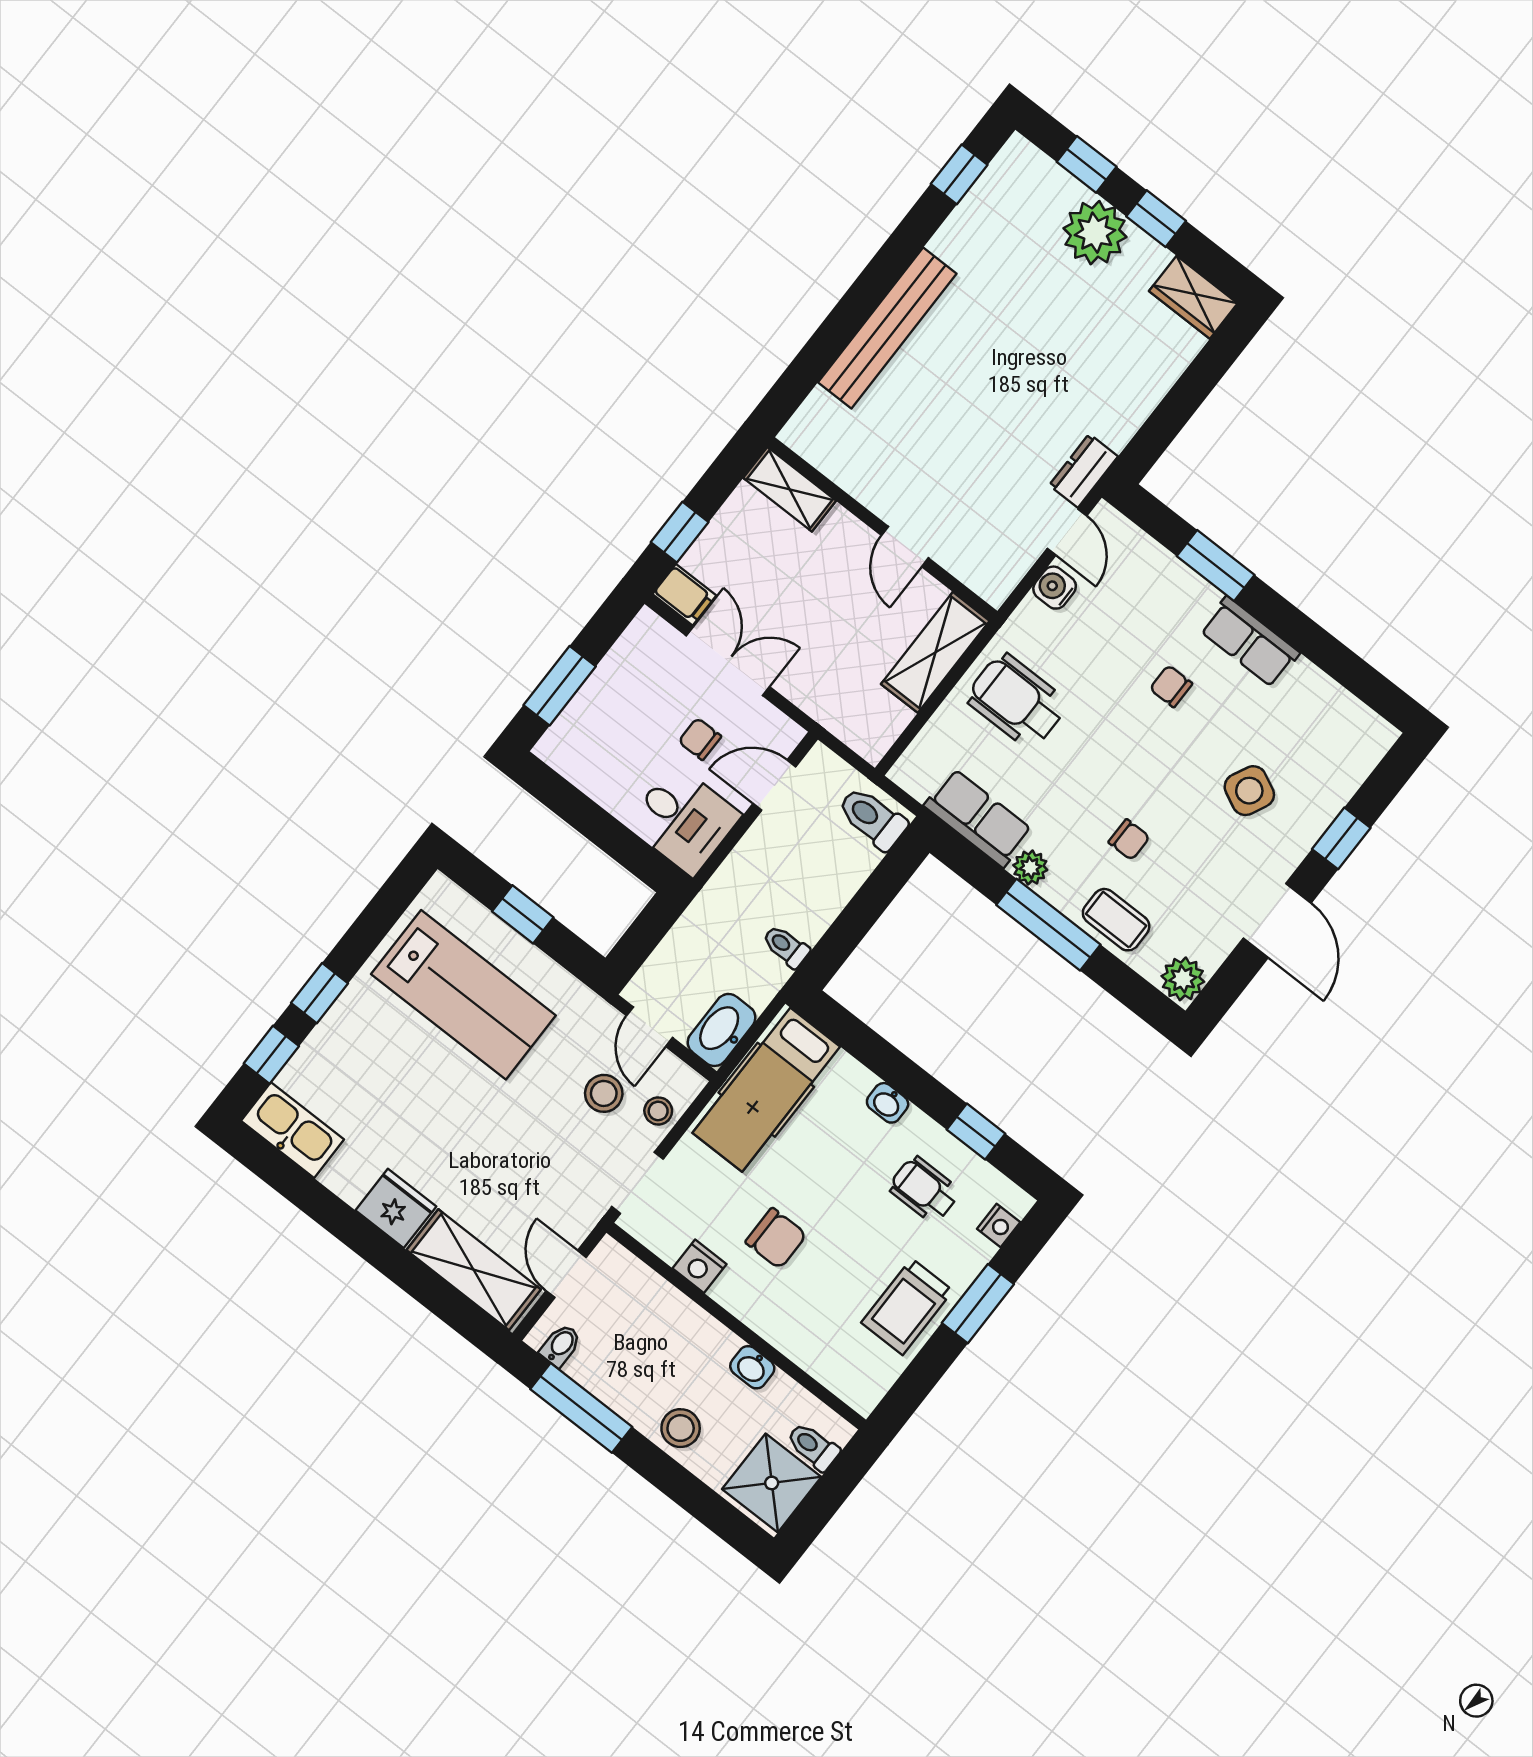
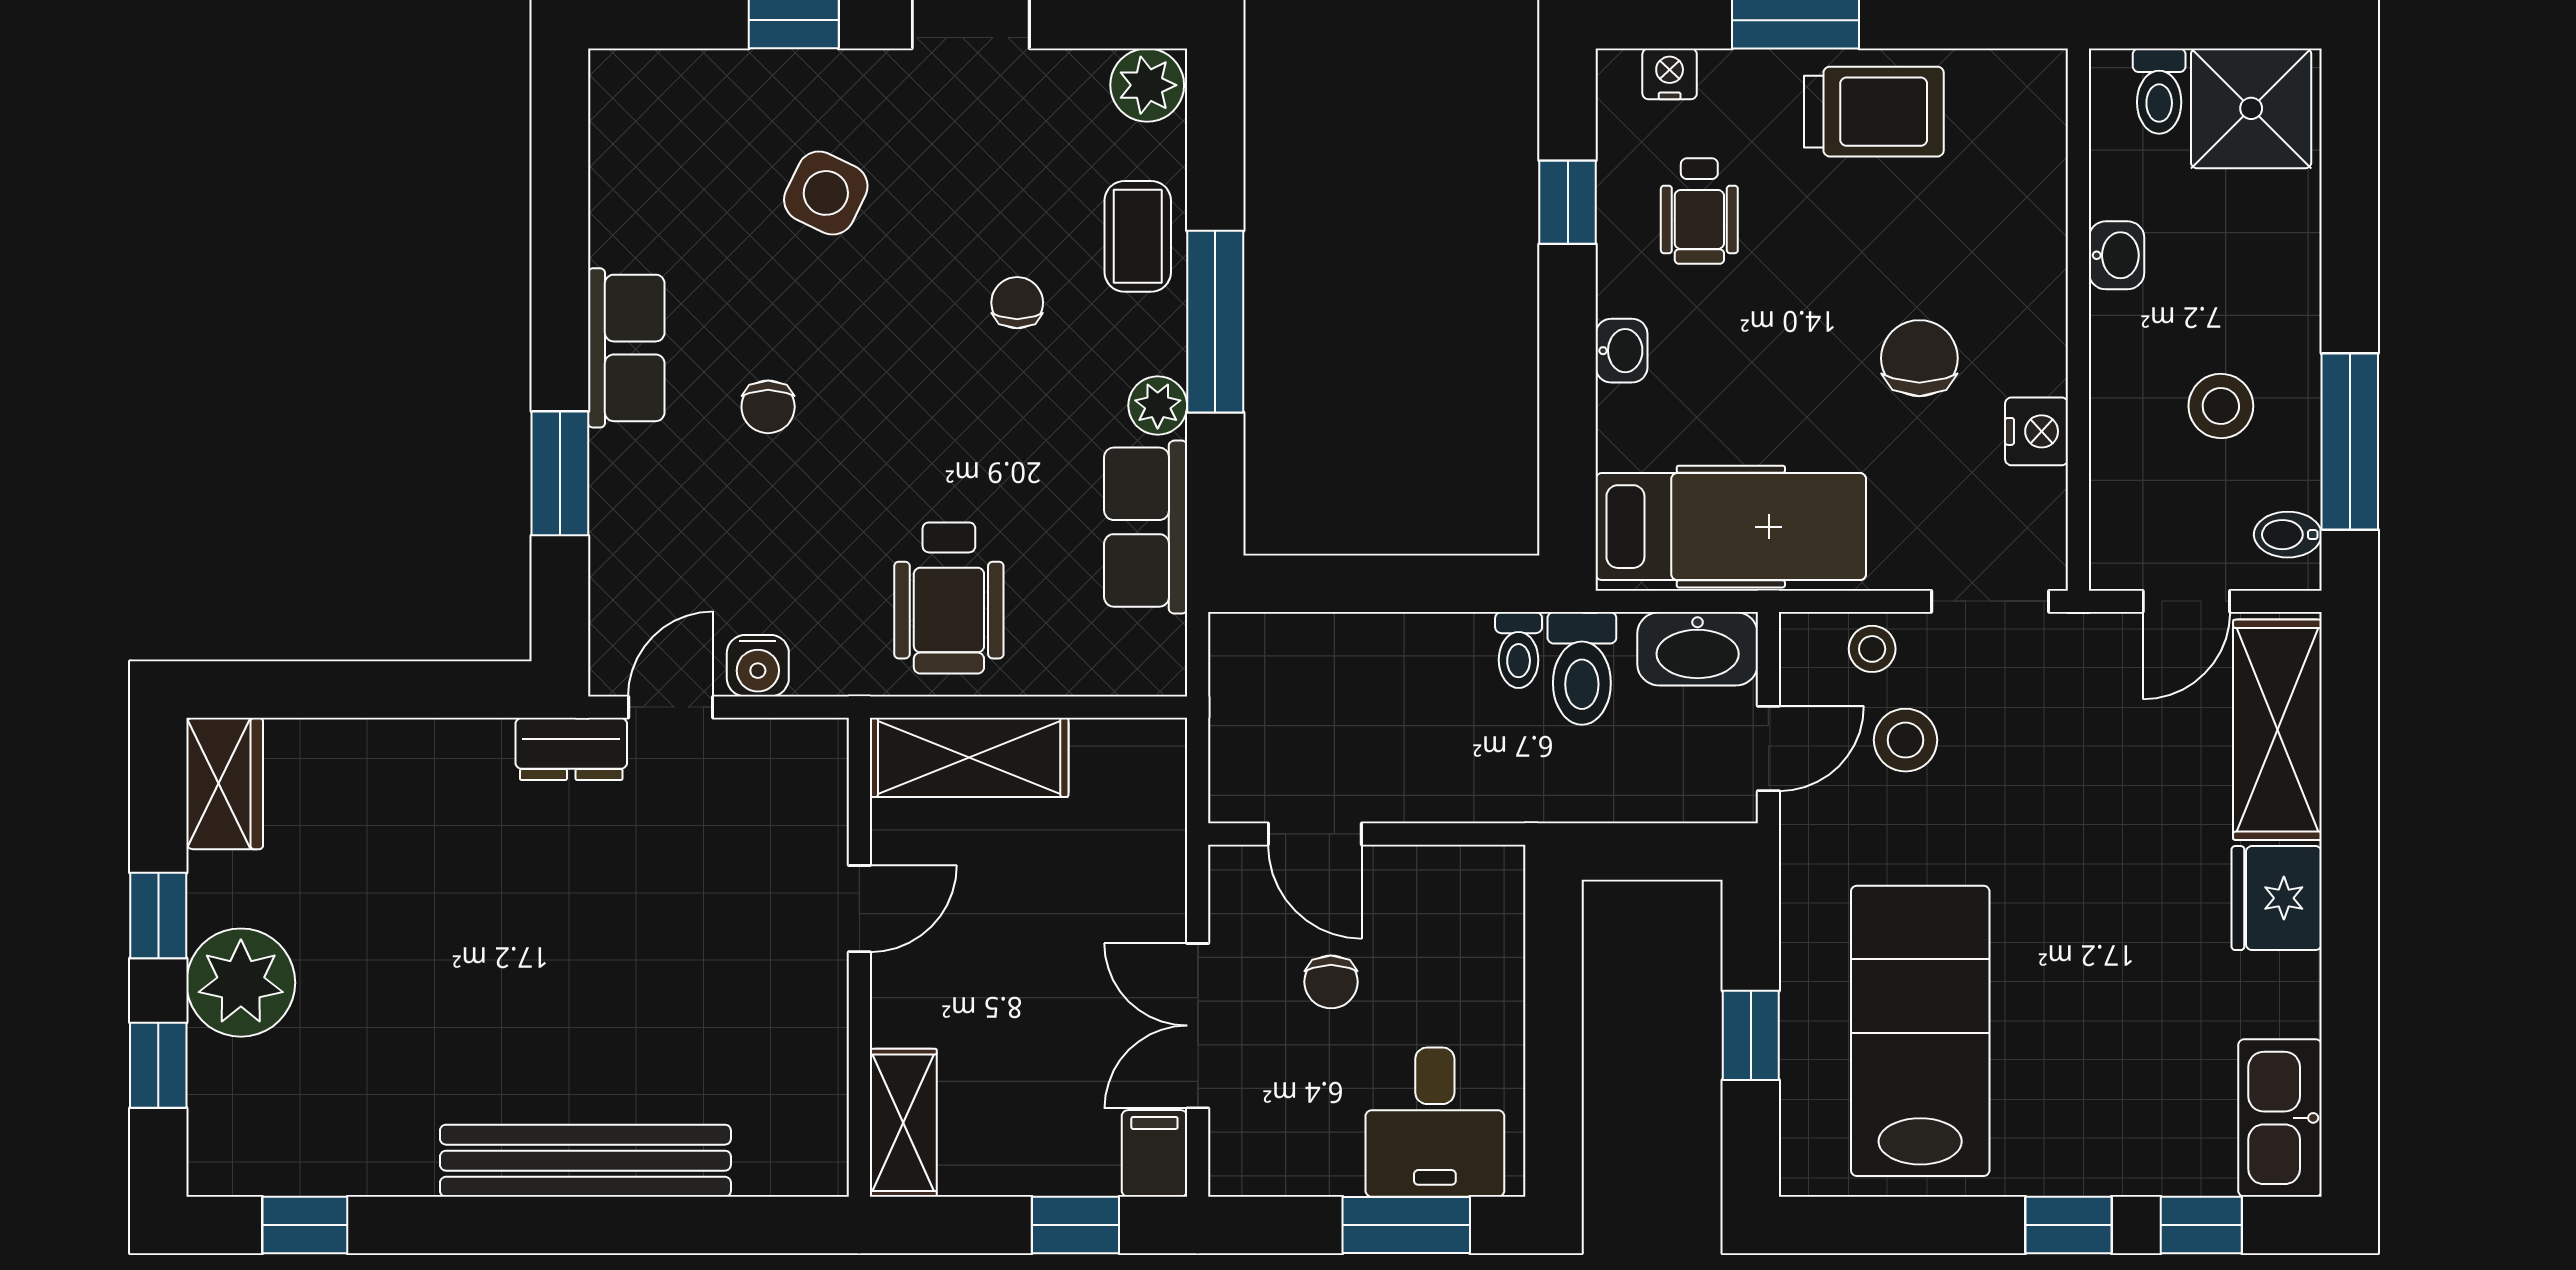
toilet: (872, 818) -> (1582, 668), moved
desk: (684, 820) -> (1435, 1122), moved, turned 180
stool: (681, 1428) -> (2221, 406), moved

